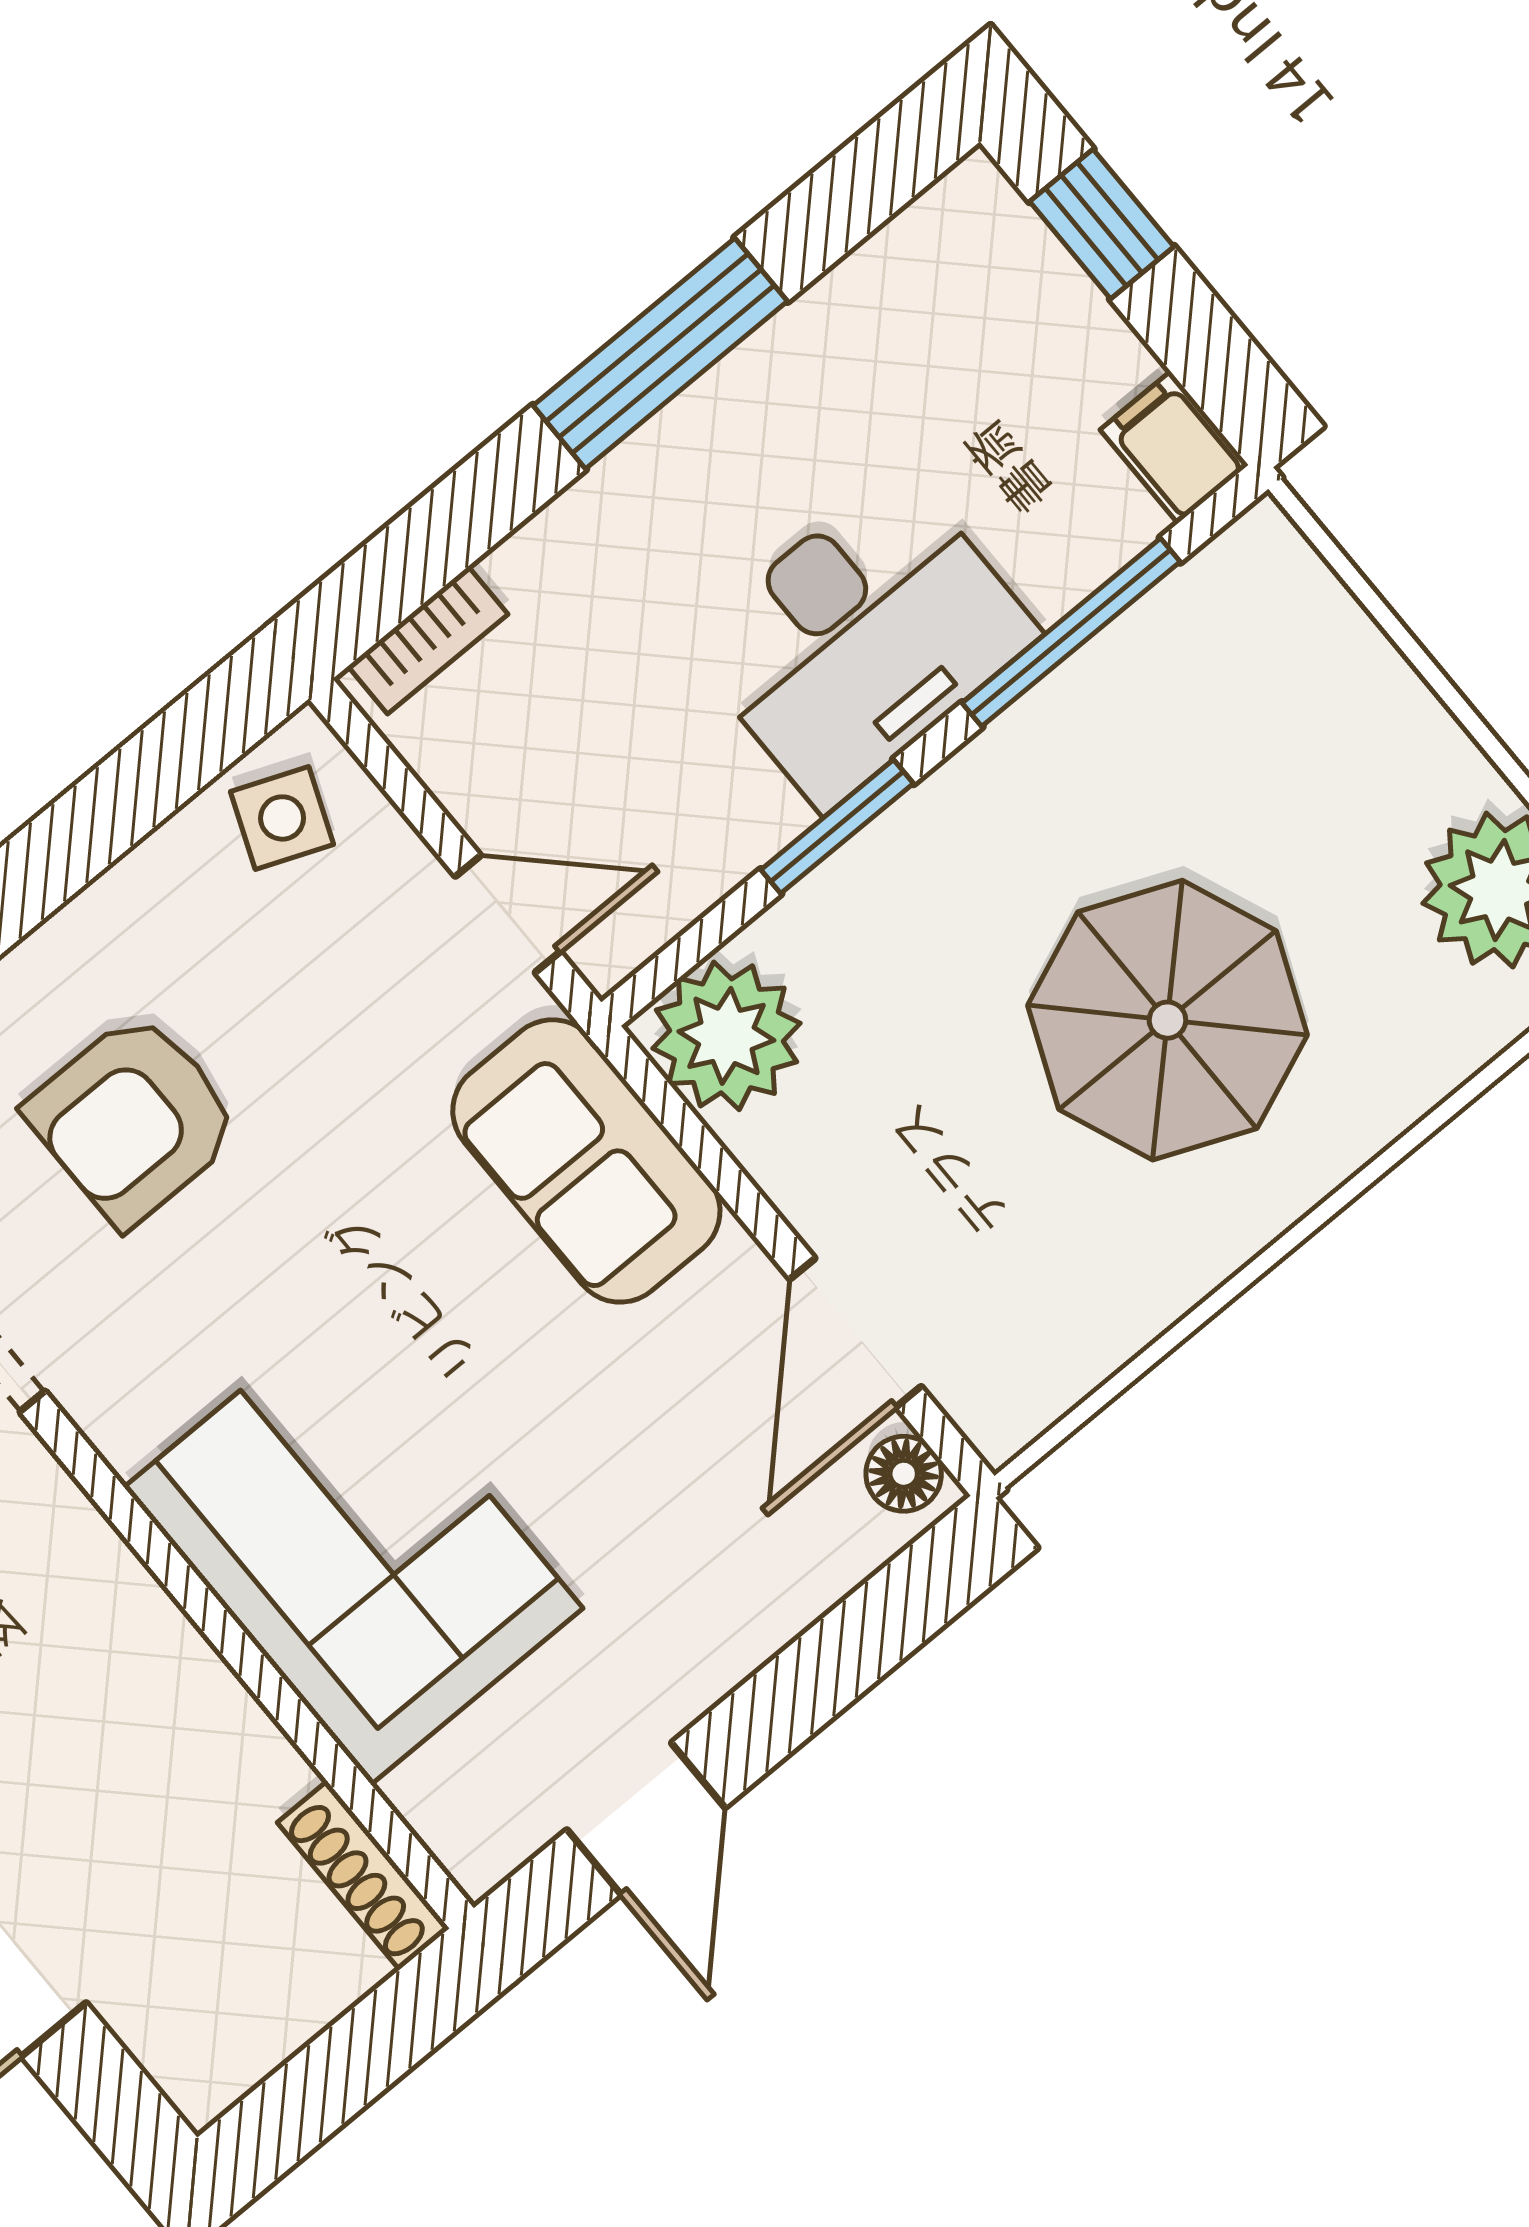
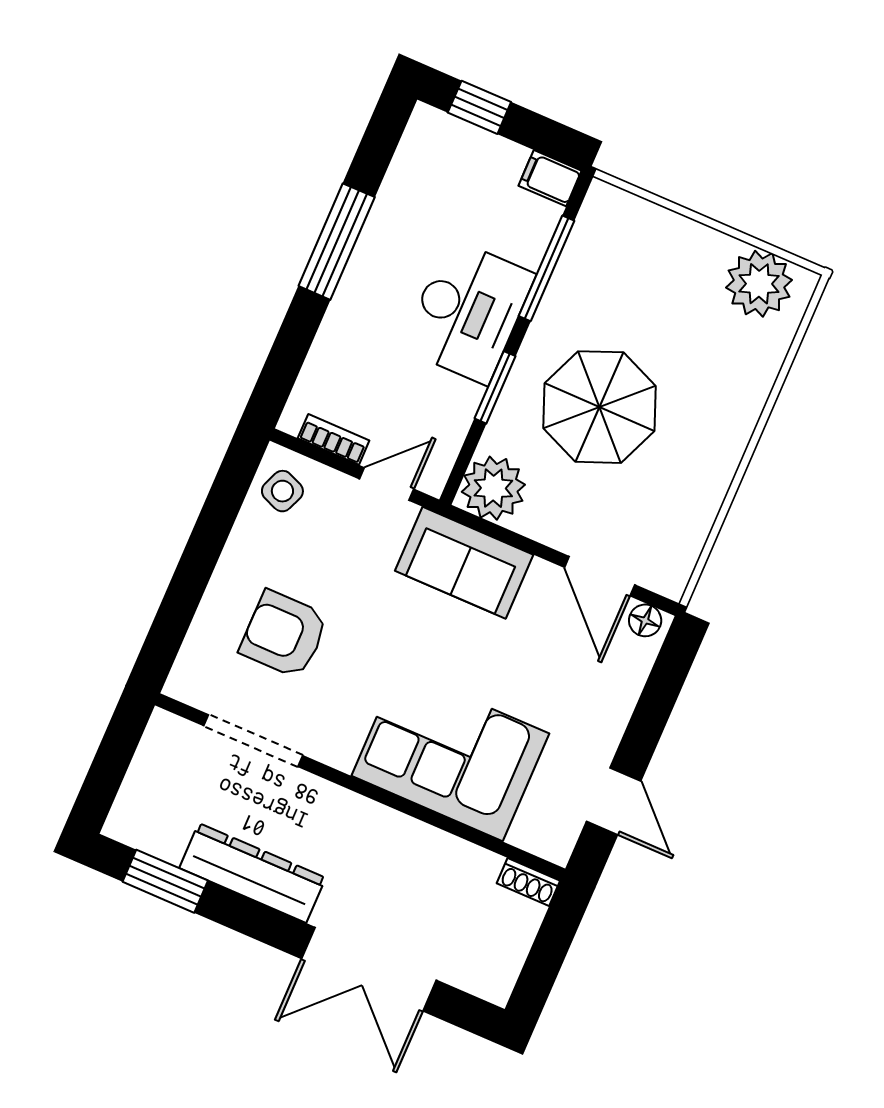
bookcase: (428, 640) -> (334, 439), moved, turned -90
parasol: (1167, 1020) -> (599, 407), moved
armchair: (134, 1119) -> (284, 634), turned 90
shoe rack: (363, 1875) -> (528, 882), width x0.70

